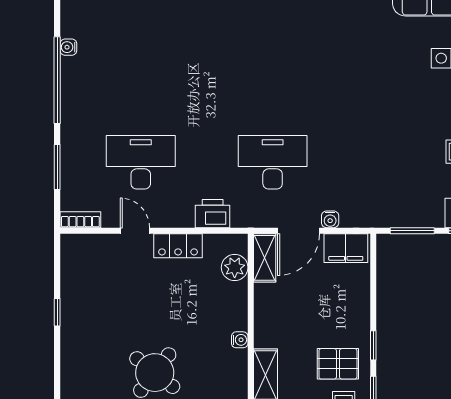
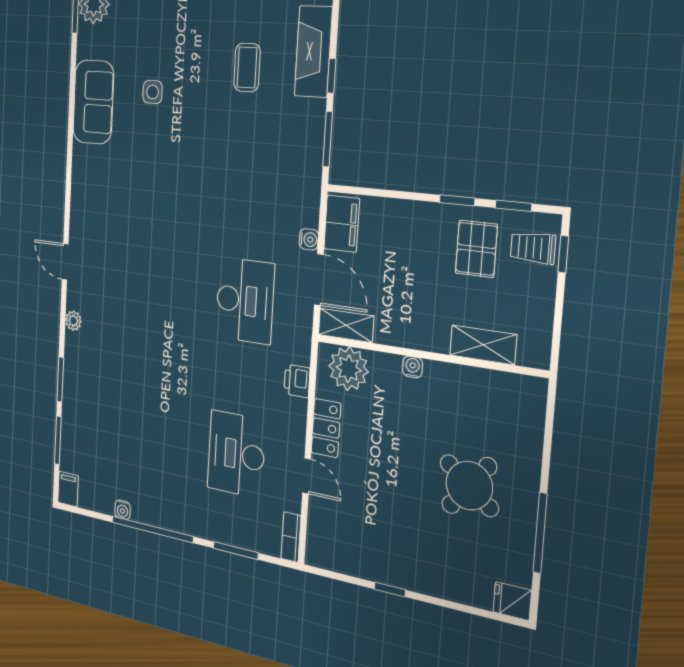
desk: (273, 162) -> (245, 301), turned 180
printer: (213, 214) -> (297, 381), width x0.73, depth x0.81
door: (135, 231) -> (307, 476), swing flipped
plant: (235, 267) -> (349, 369), width x1.36, depth x1.36
water cooler: (240, 340) -> (413, 367), moved

